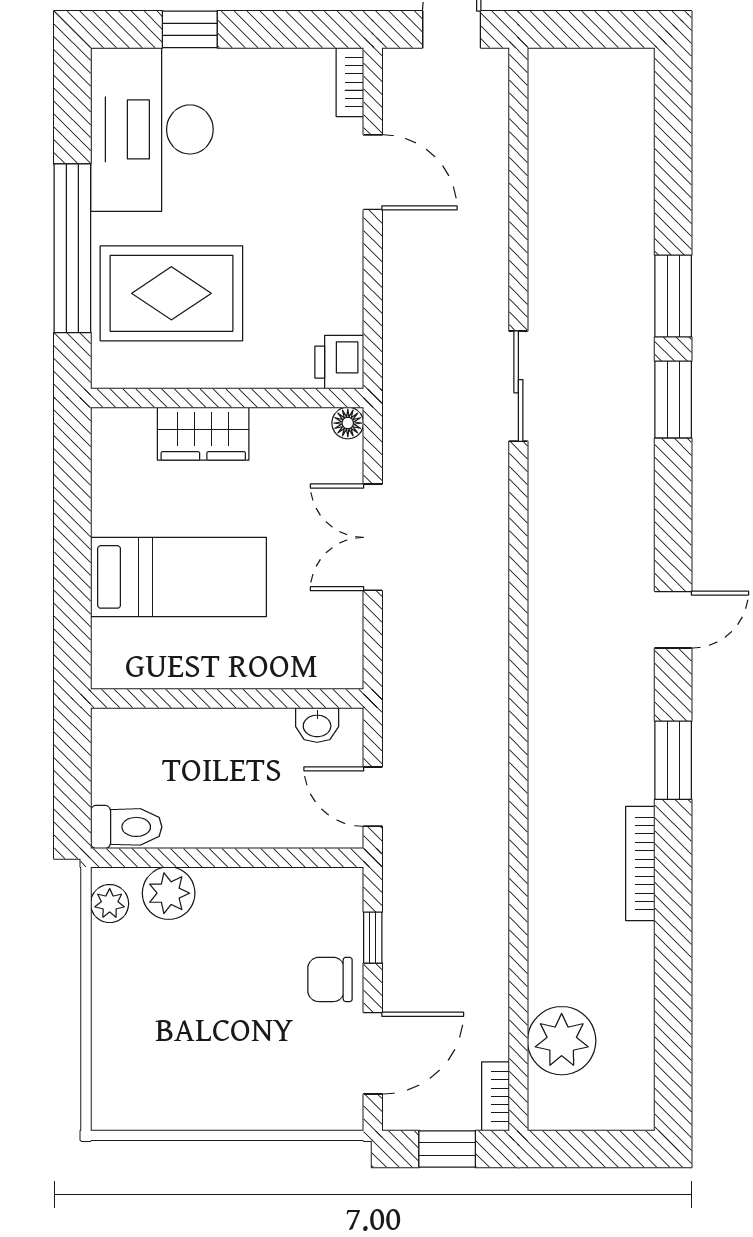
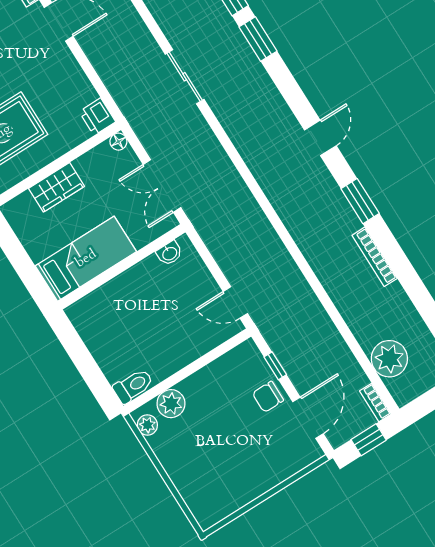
wall: (227, 698) -> (122, 267), moved
washbasin: (317, 725) -> (169, 253), moved

